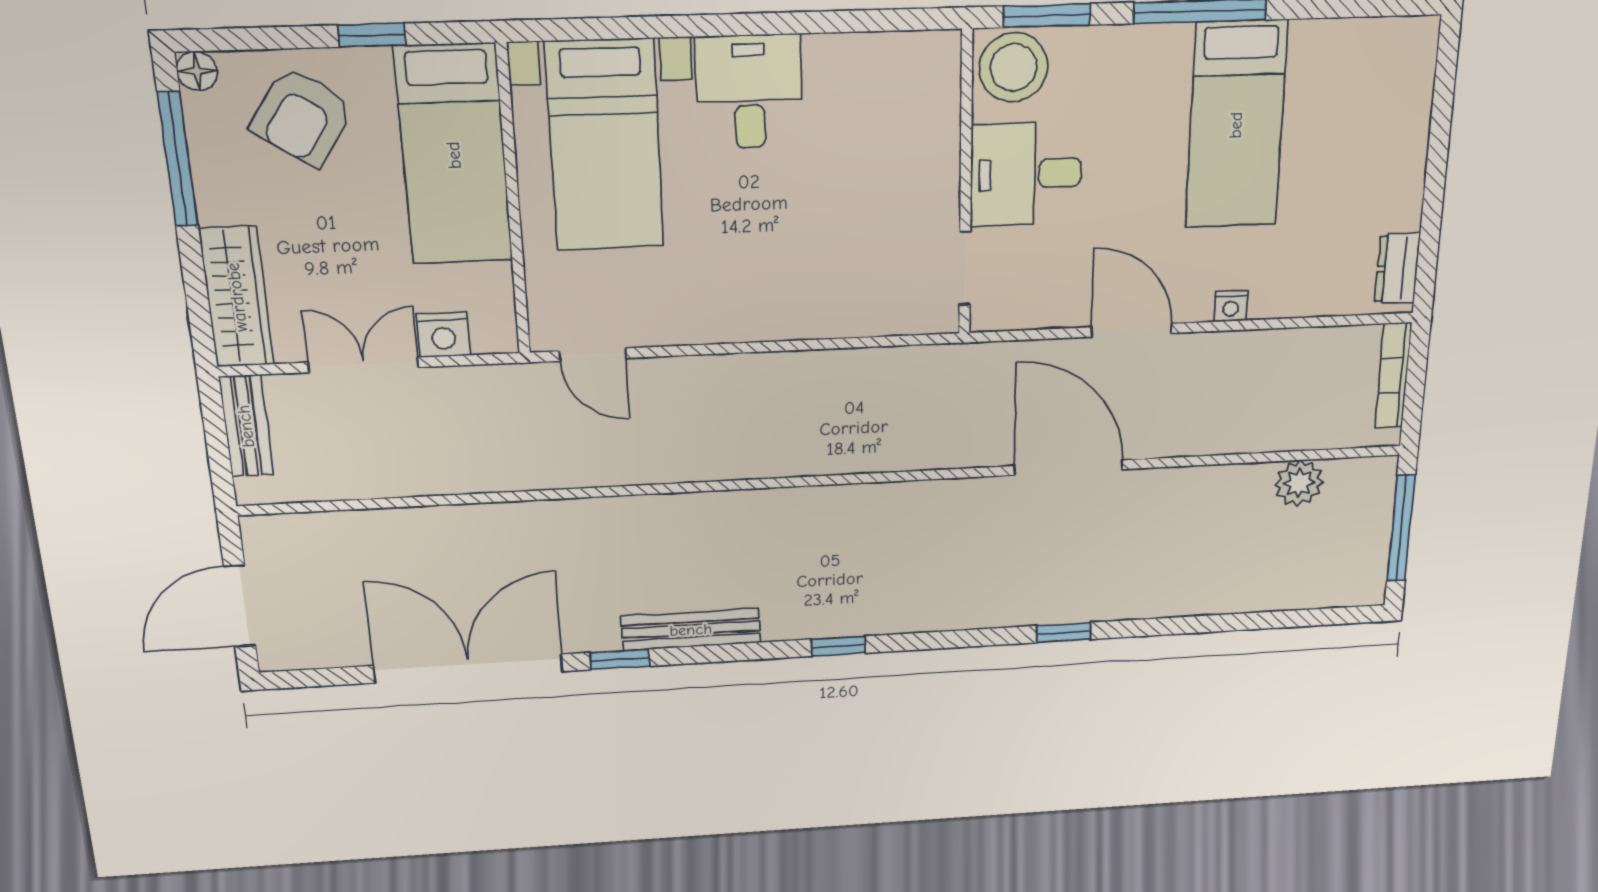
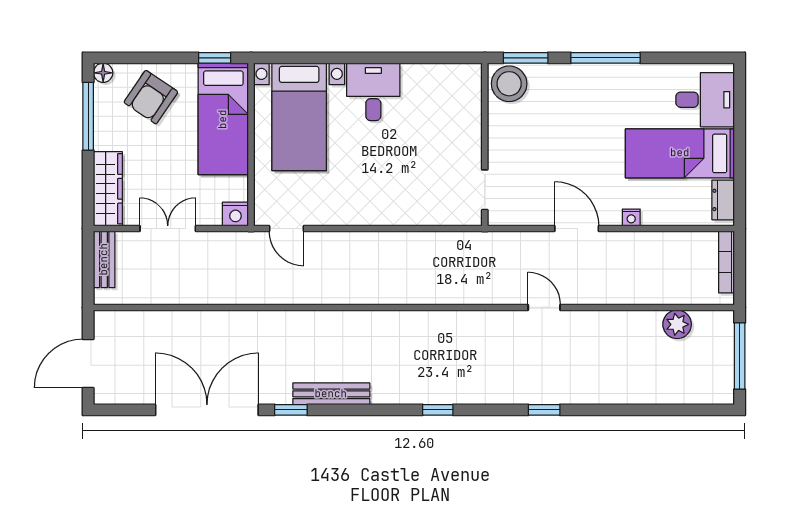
window: (372, 35) -> (215, 58), moved
bed: (1236, 125) -> (680, 153), moved, turned 90
desk: (1026, 174) -> (705, 100), moved, turned 180
nightstand: (443, 335) -> (235, 214), moved
door: (1068, 468) -> (544, 307), width x0.53
window: (838, 646) -> (438, 410), moved

